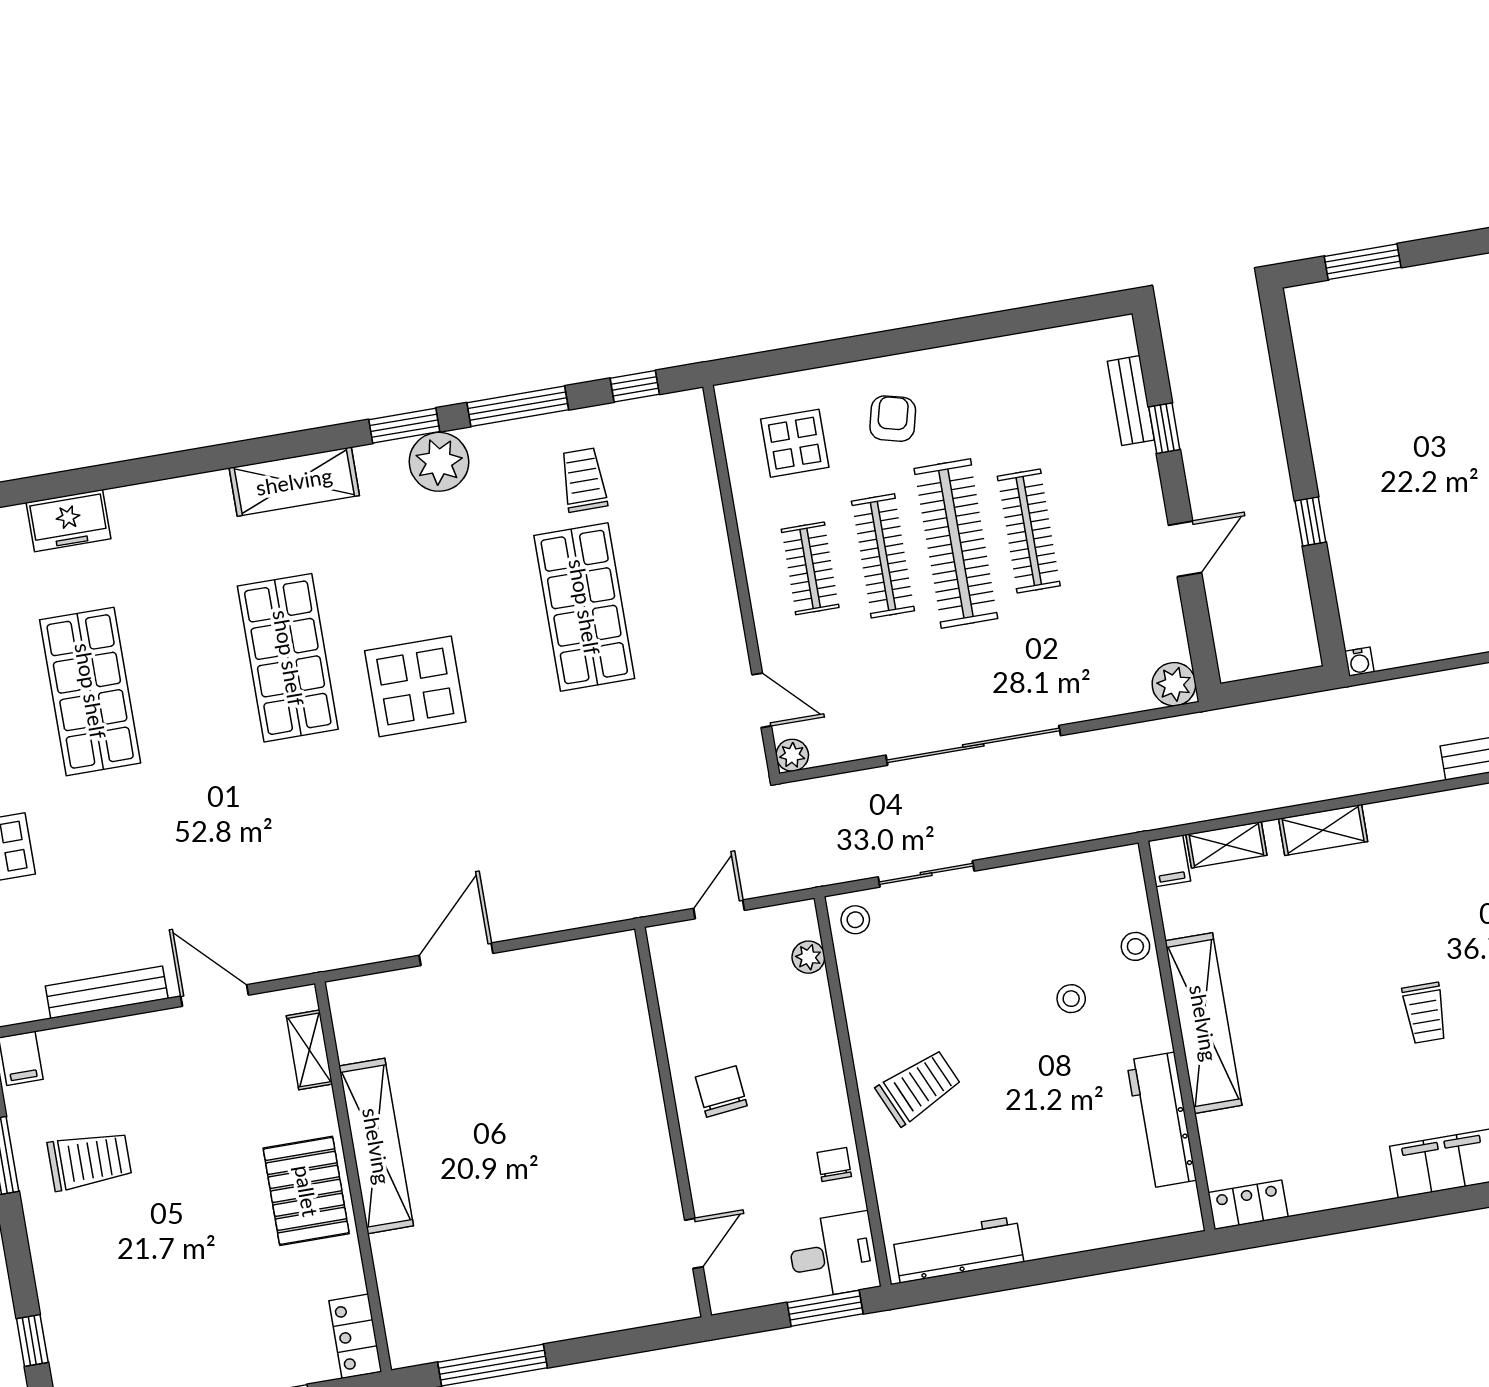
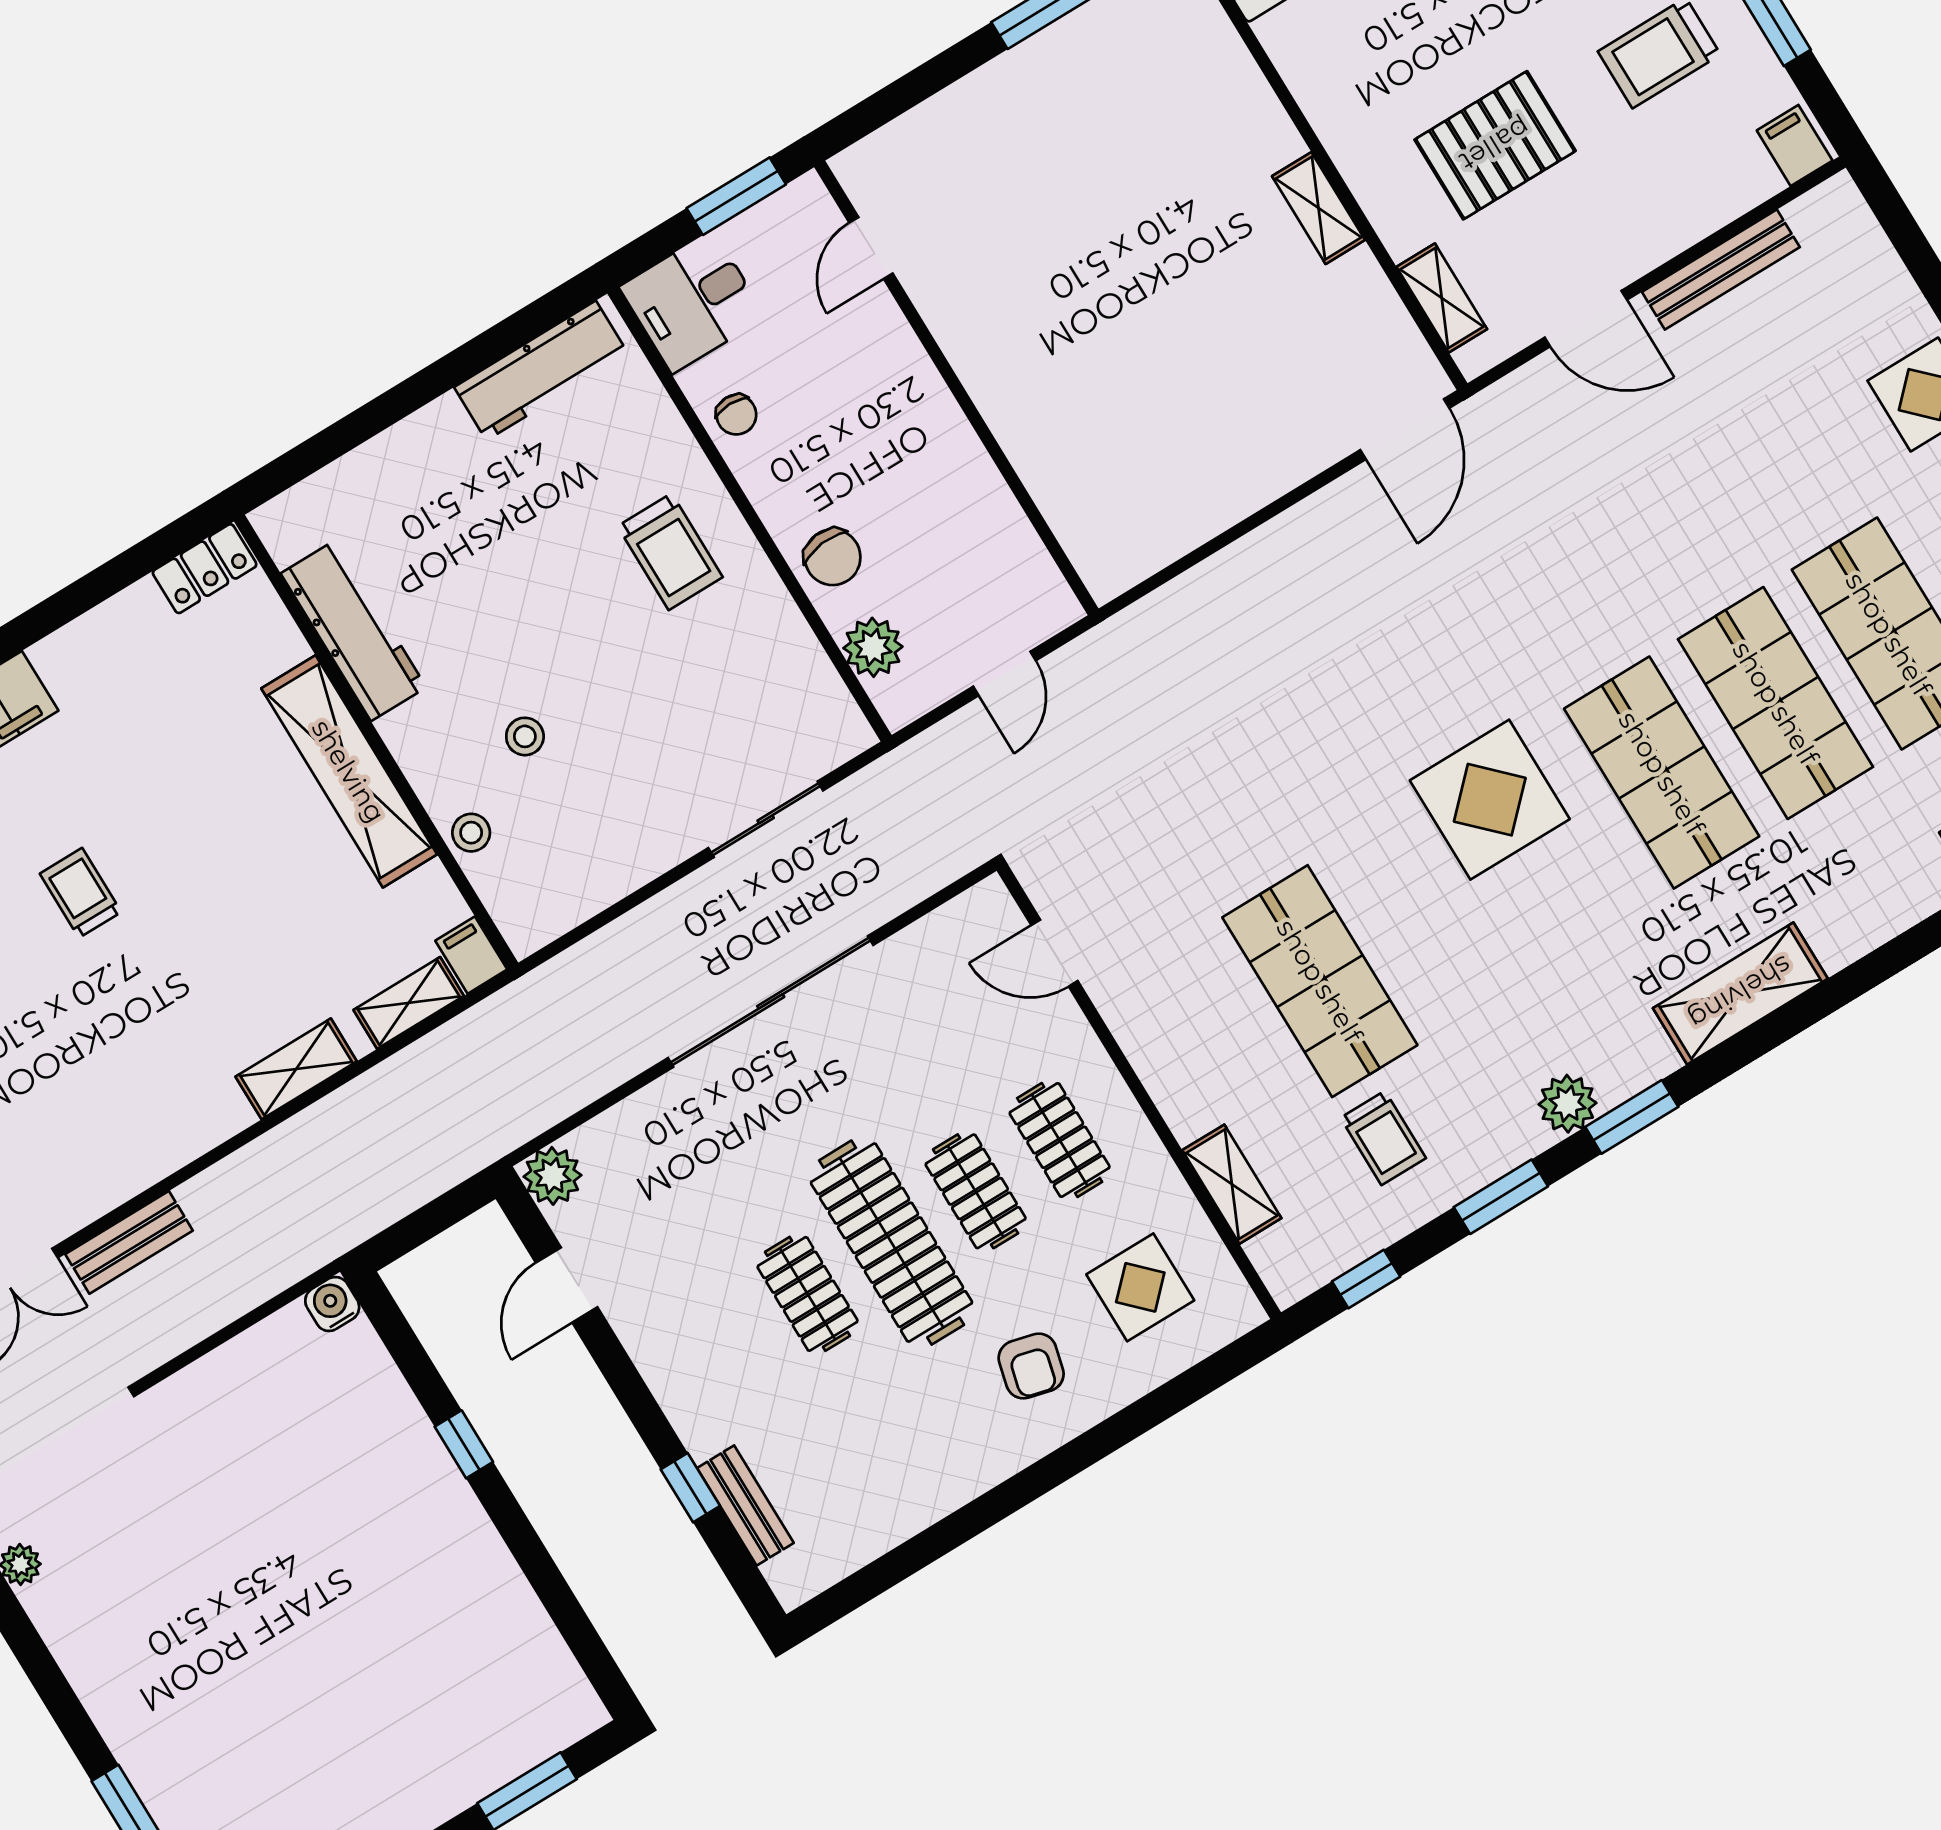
window: (518, 406) -> (1501, 1197), width x0.69
plant: (439, 462) -> (1568, 1104), width x0.73, depth x0.73
shelving: (702, 490) -> (1232, 1184), added
clothes rail: (1029, 531) -> (808, 1294), width x0.73
door: (1185, 549) -> (567, 1285), moved
clothes rail: (883, 556) -> (976, 1191), width x0.73
water cooler: (1359, 662) -> (332, 1304), width x1.38, depth x1.38
shop shelf: (189, 675) -> (1776, 703), added
plant: (792, 755) -> (990, 900), removed
stool: (855, 920) -> (831, 728), removed
door: (456, 954) -> (1405, 429), moved
plant: (808, 957) -> (873, 647), width x1.38, depth x1.38
trolley: (919, 1087) -> (670, 552), turned -66
chair: (721, 1091) -> (833, 557), moved
shelving: (376, 1146) -> (1319, 208), width x0.45, depth x0.75
pallet: (306, 1191) -> (1495, 145), moved, turned 90
window: (825, 1308) -> (736, 196), moved

